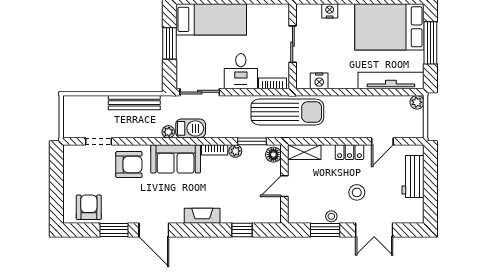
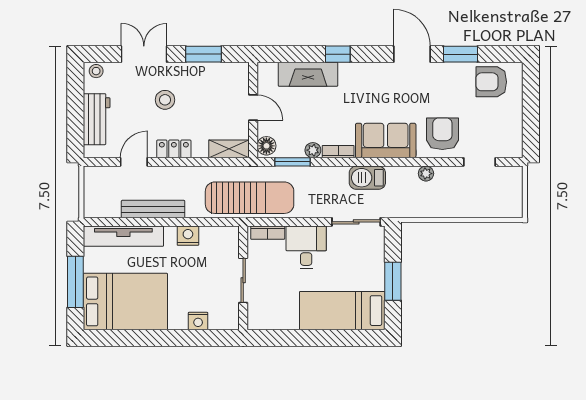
nightstand: (319, 81) -> (188, 236), moved
plant: (417, 102) -> (92, 209), removed
bench: (134, 103) -> (153, 209), moved
sun lounger: (287, 112) -> (250, 198), turned 180
plant: (168, 132) -> (426, 174), moved
armchair: (129, 165) -> (442, 134), turned 90
door: (284, 186) -> (253, 108), hinge flipped
armchair: (89, 207) -> (491, 82), turned 90
fireplace: (202, 216) -> (308, 74), moved, width x1.37, depth x1.32
stool: (331, 216) -> (96, 71), moved
window: (242, 230) -> (338, 54), moved

